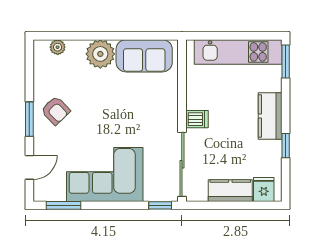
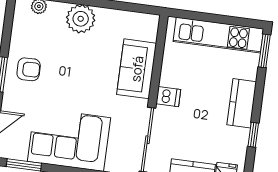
sofa: (144, 56) -> (137, 69), moved, turned 90
armchair: (56, 111) -> (29, 69), turned -47

